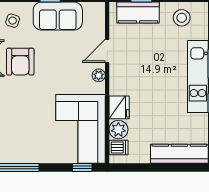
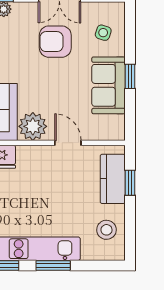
plant: (99, 75) -> (33, 126), width x1.88, depth x1.88

